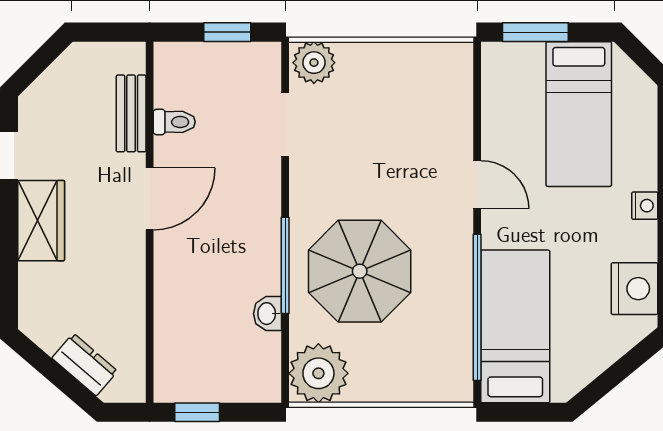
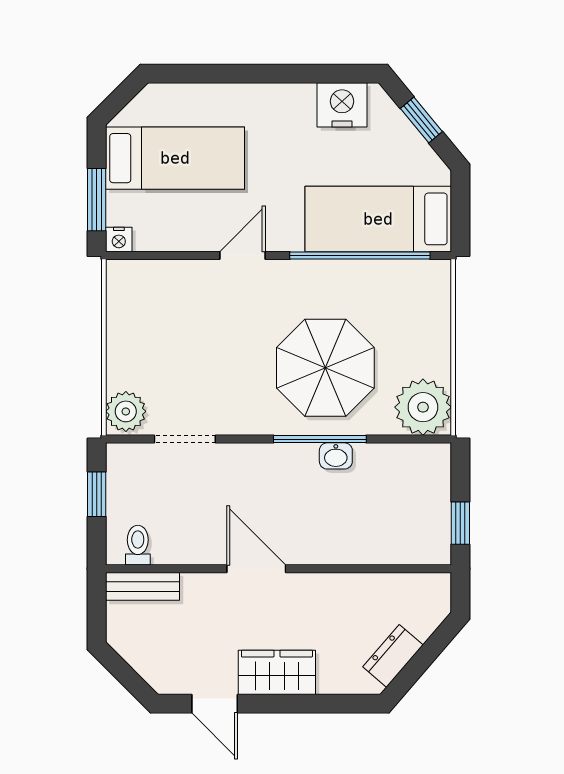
bench: (131, 113) -> (143, 586), moved
toilet: (174, 122) -> (138, 545), moved
nightstand: (645, 206) -> (119, 239), moved, turned 180
washbasin: (267, 314) -> (336, 456), moved
dresser: (85, 365) -> (393, 656), moved
window: (619, 372) -> (421, 120), added

